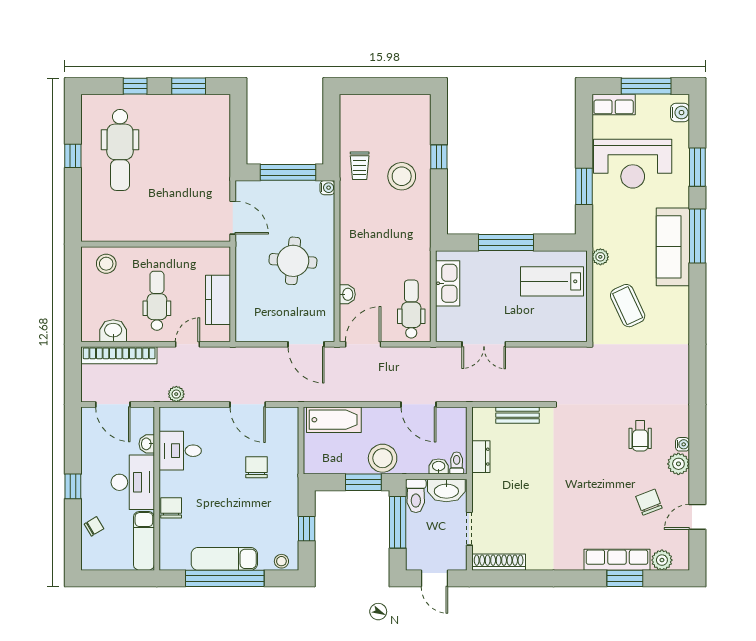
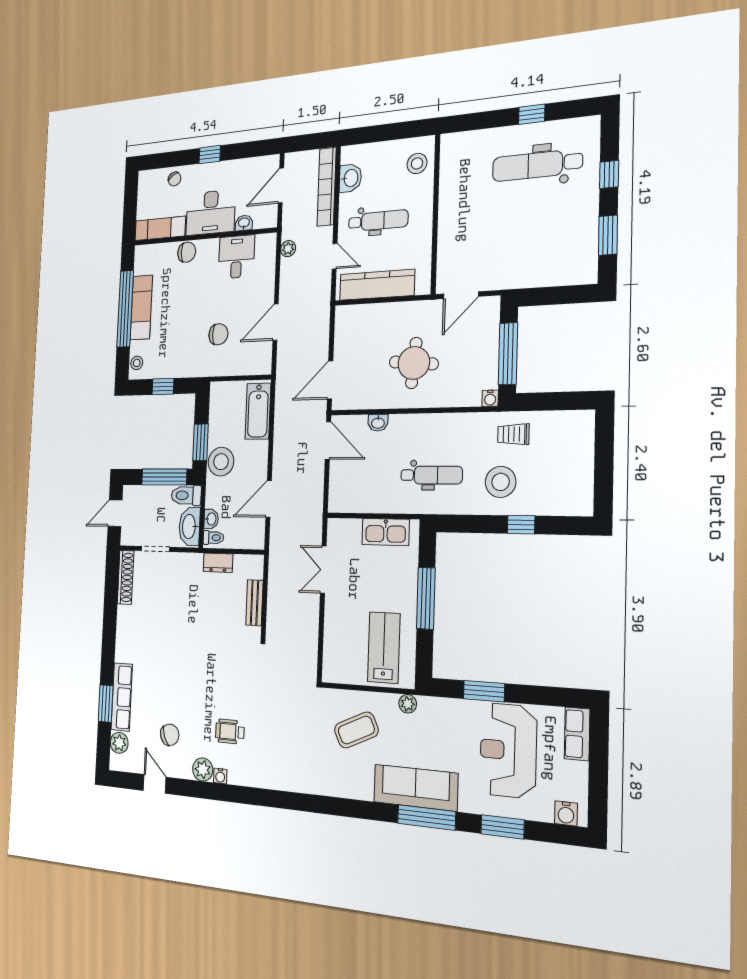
window: (646, 86) -> (598, 776), removed
kitchen counter: (218, 300) -> (377, 285), width x1.50
dental chair: (411, 309) -> (431, 475), moved

